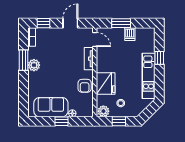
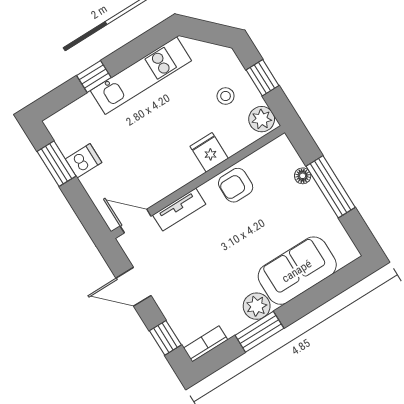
window: (121, 23) -> (57, 164), moved
door: (95, 39) -> (136, 221), hinge flipped
fridge: (106, 84) -> (209, 152), width x0.53, depth x0.75
armchair: (85, 86) -> (236, 185), turned 180
sofa: (51, 107) -> (297, 271), moved, turned 90
window: (62, 121) -> (331, 187), width x2.17

